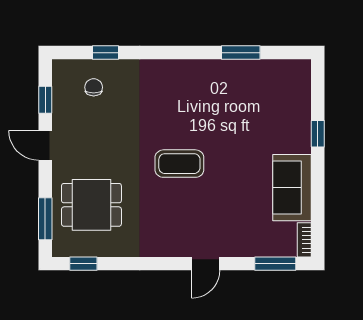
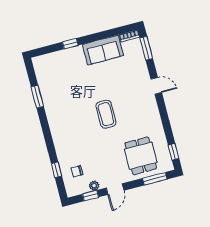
plant: (61, 111) -> (94, 186), added

